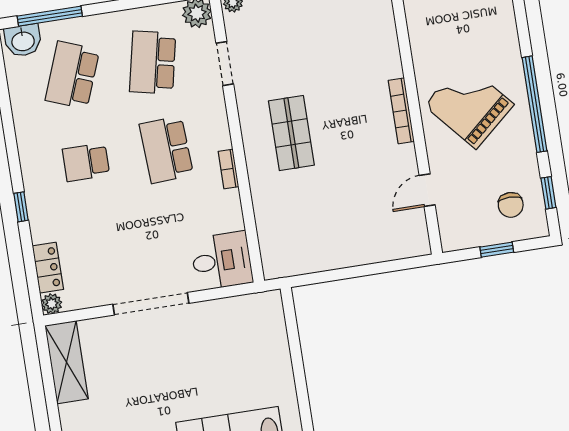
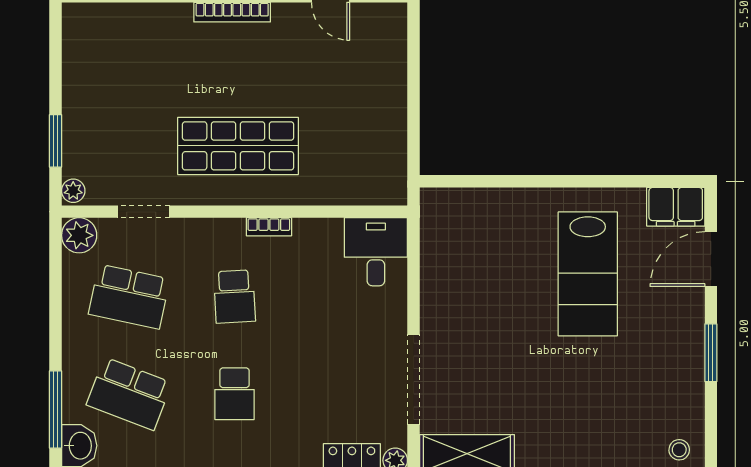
shop shelf: (291, 133) -> (238, 146), width x1.43, depth x1.36
school desk: (166, 150) -> (234, 297), width x0.54
doorway: (151, 304) -> (414, 379), moved

